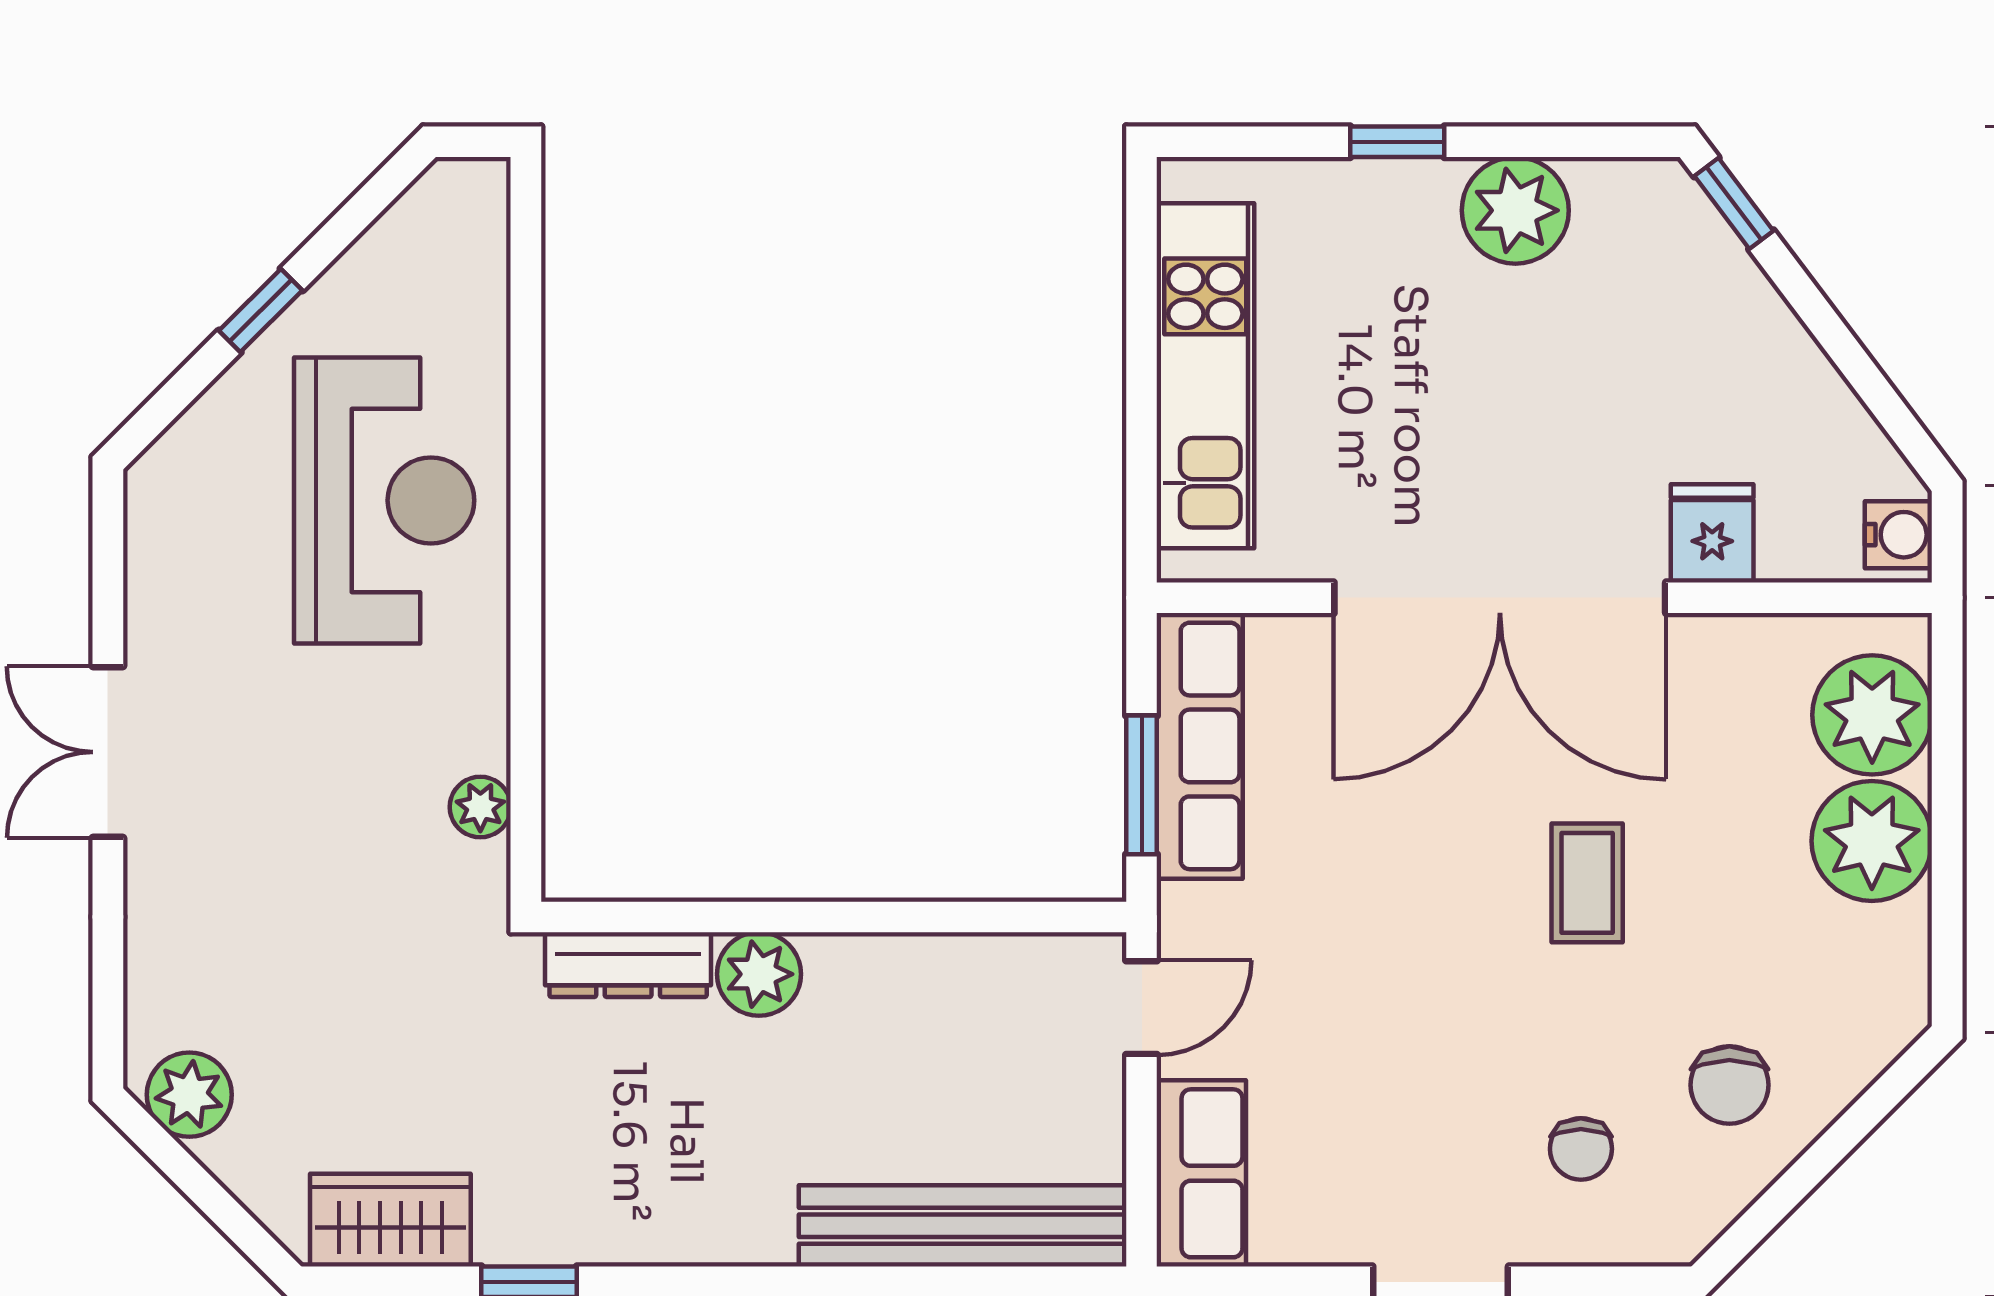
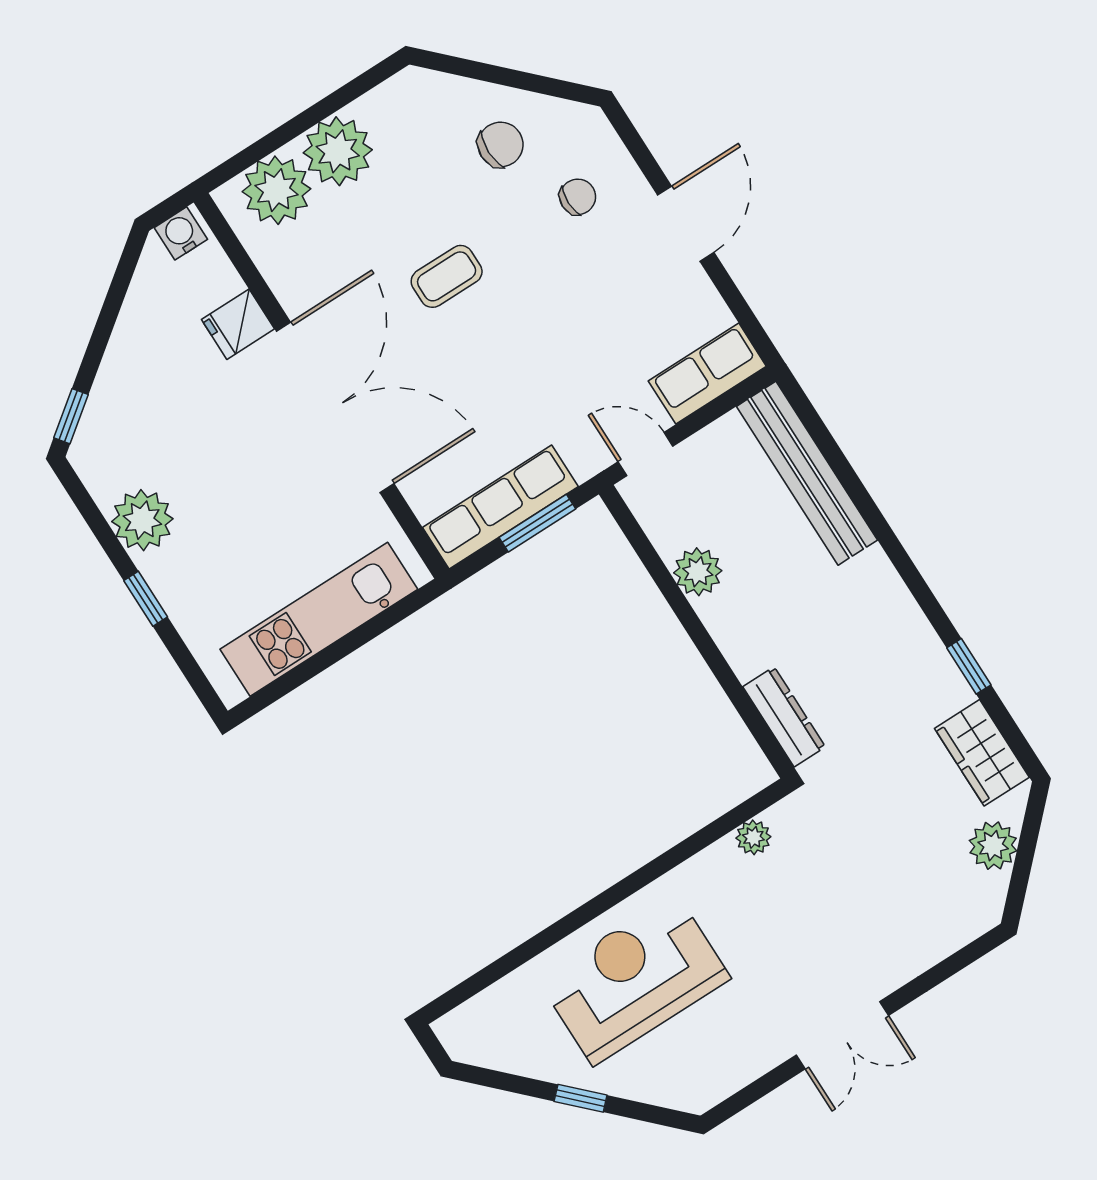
plant: (759, 974) -> (698, 572), moved
plant: (189, 1095) -> (993, 846), moved

